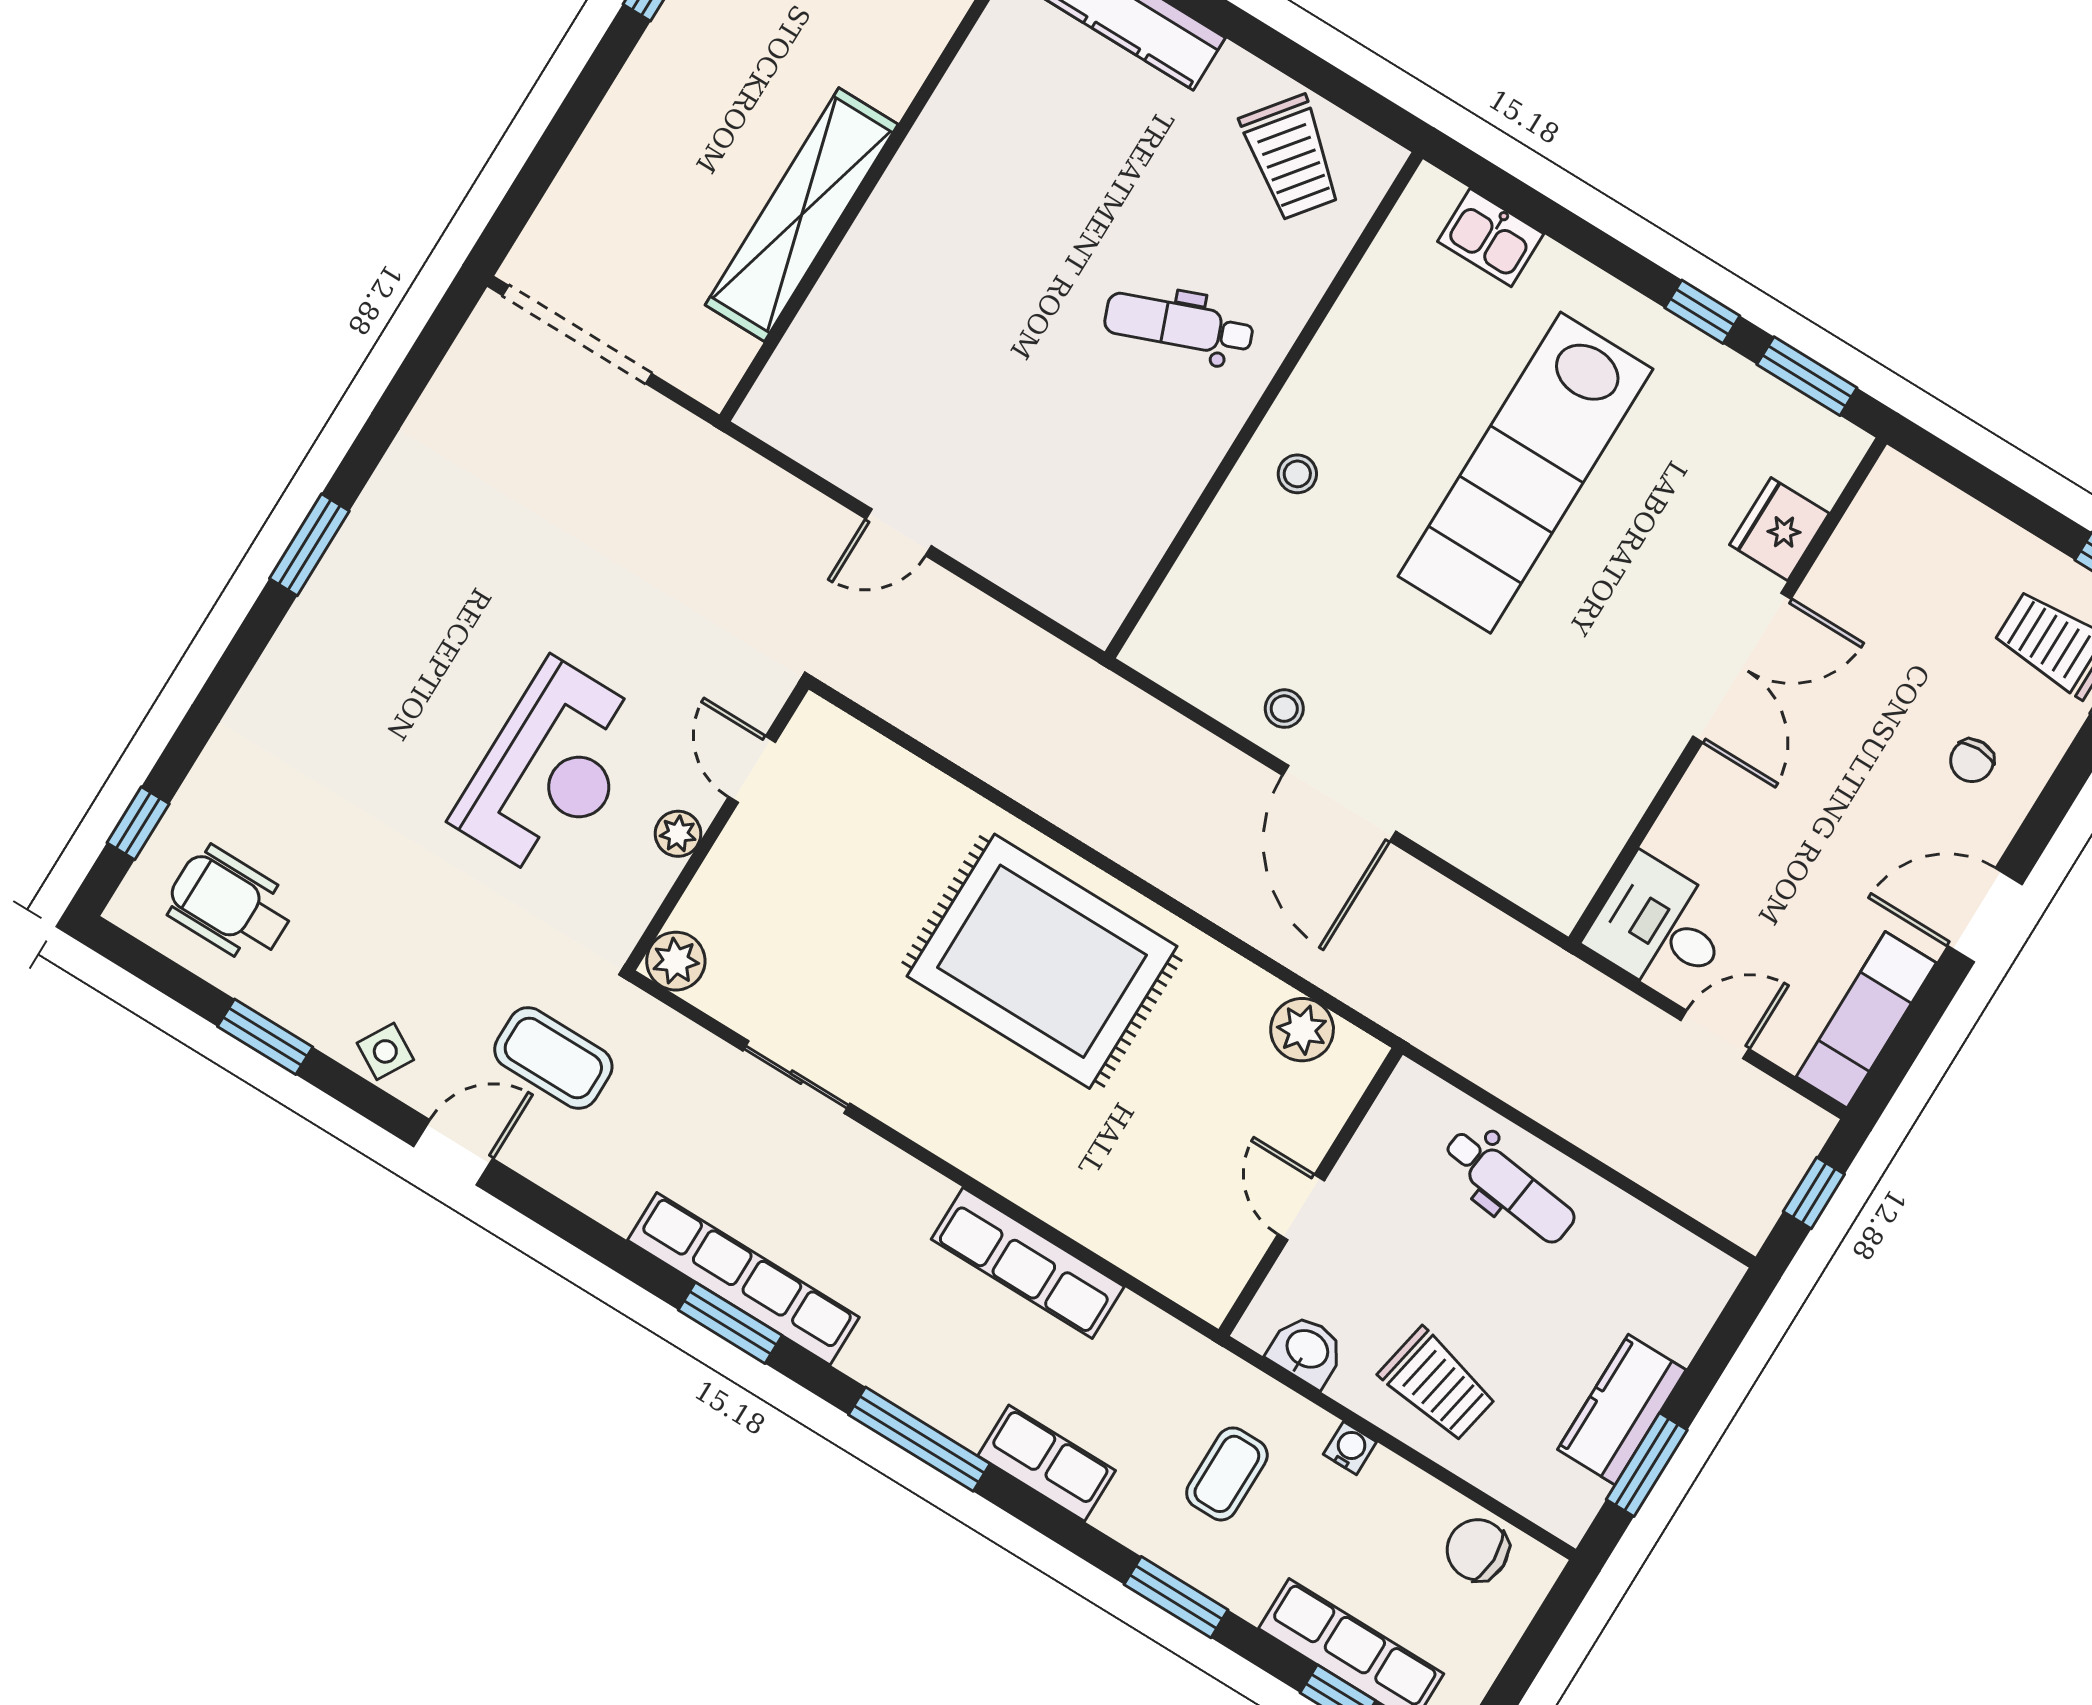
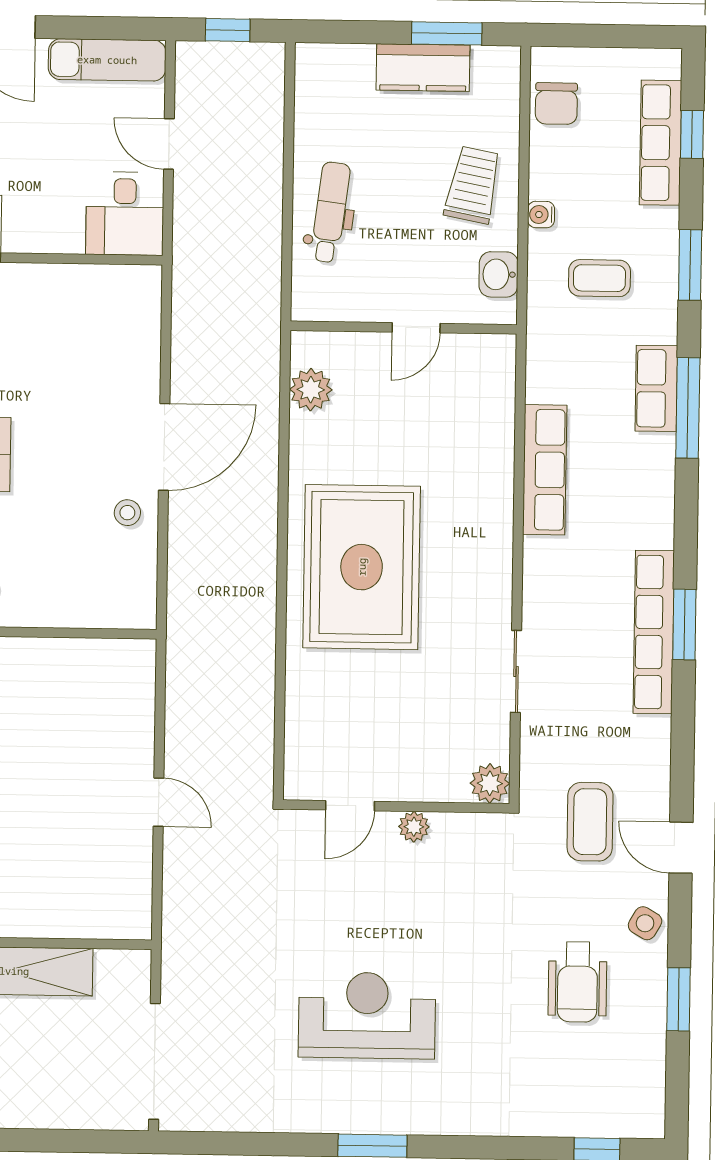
reception desk: (551, 770) -> (367, 1015), moved
wheelchair: (230, 905) -> (577, 982), moved
window: (919, 1439) -> (688, 408), moved

